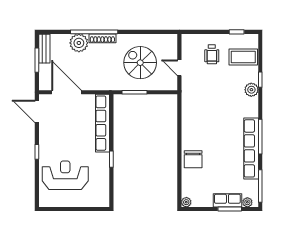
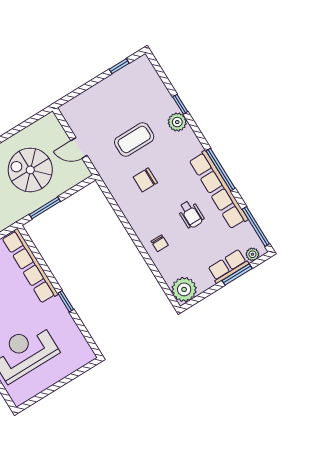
wheelchair: (212, 54) -> (191, 214), moved
coffee table: (243, 57) -> (134, 139), moved
chair: (209, 114) -> (145, 180), added
chair: (193, 159) -> (160, 243), width x0.54, depth x0.54
plant: (186, 202) -> (184, 289), width x1.87, depth x1.87

